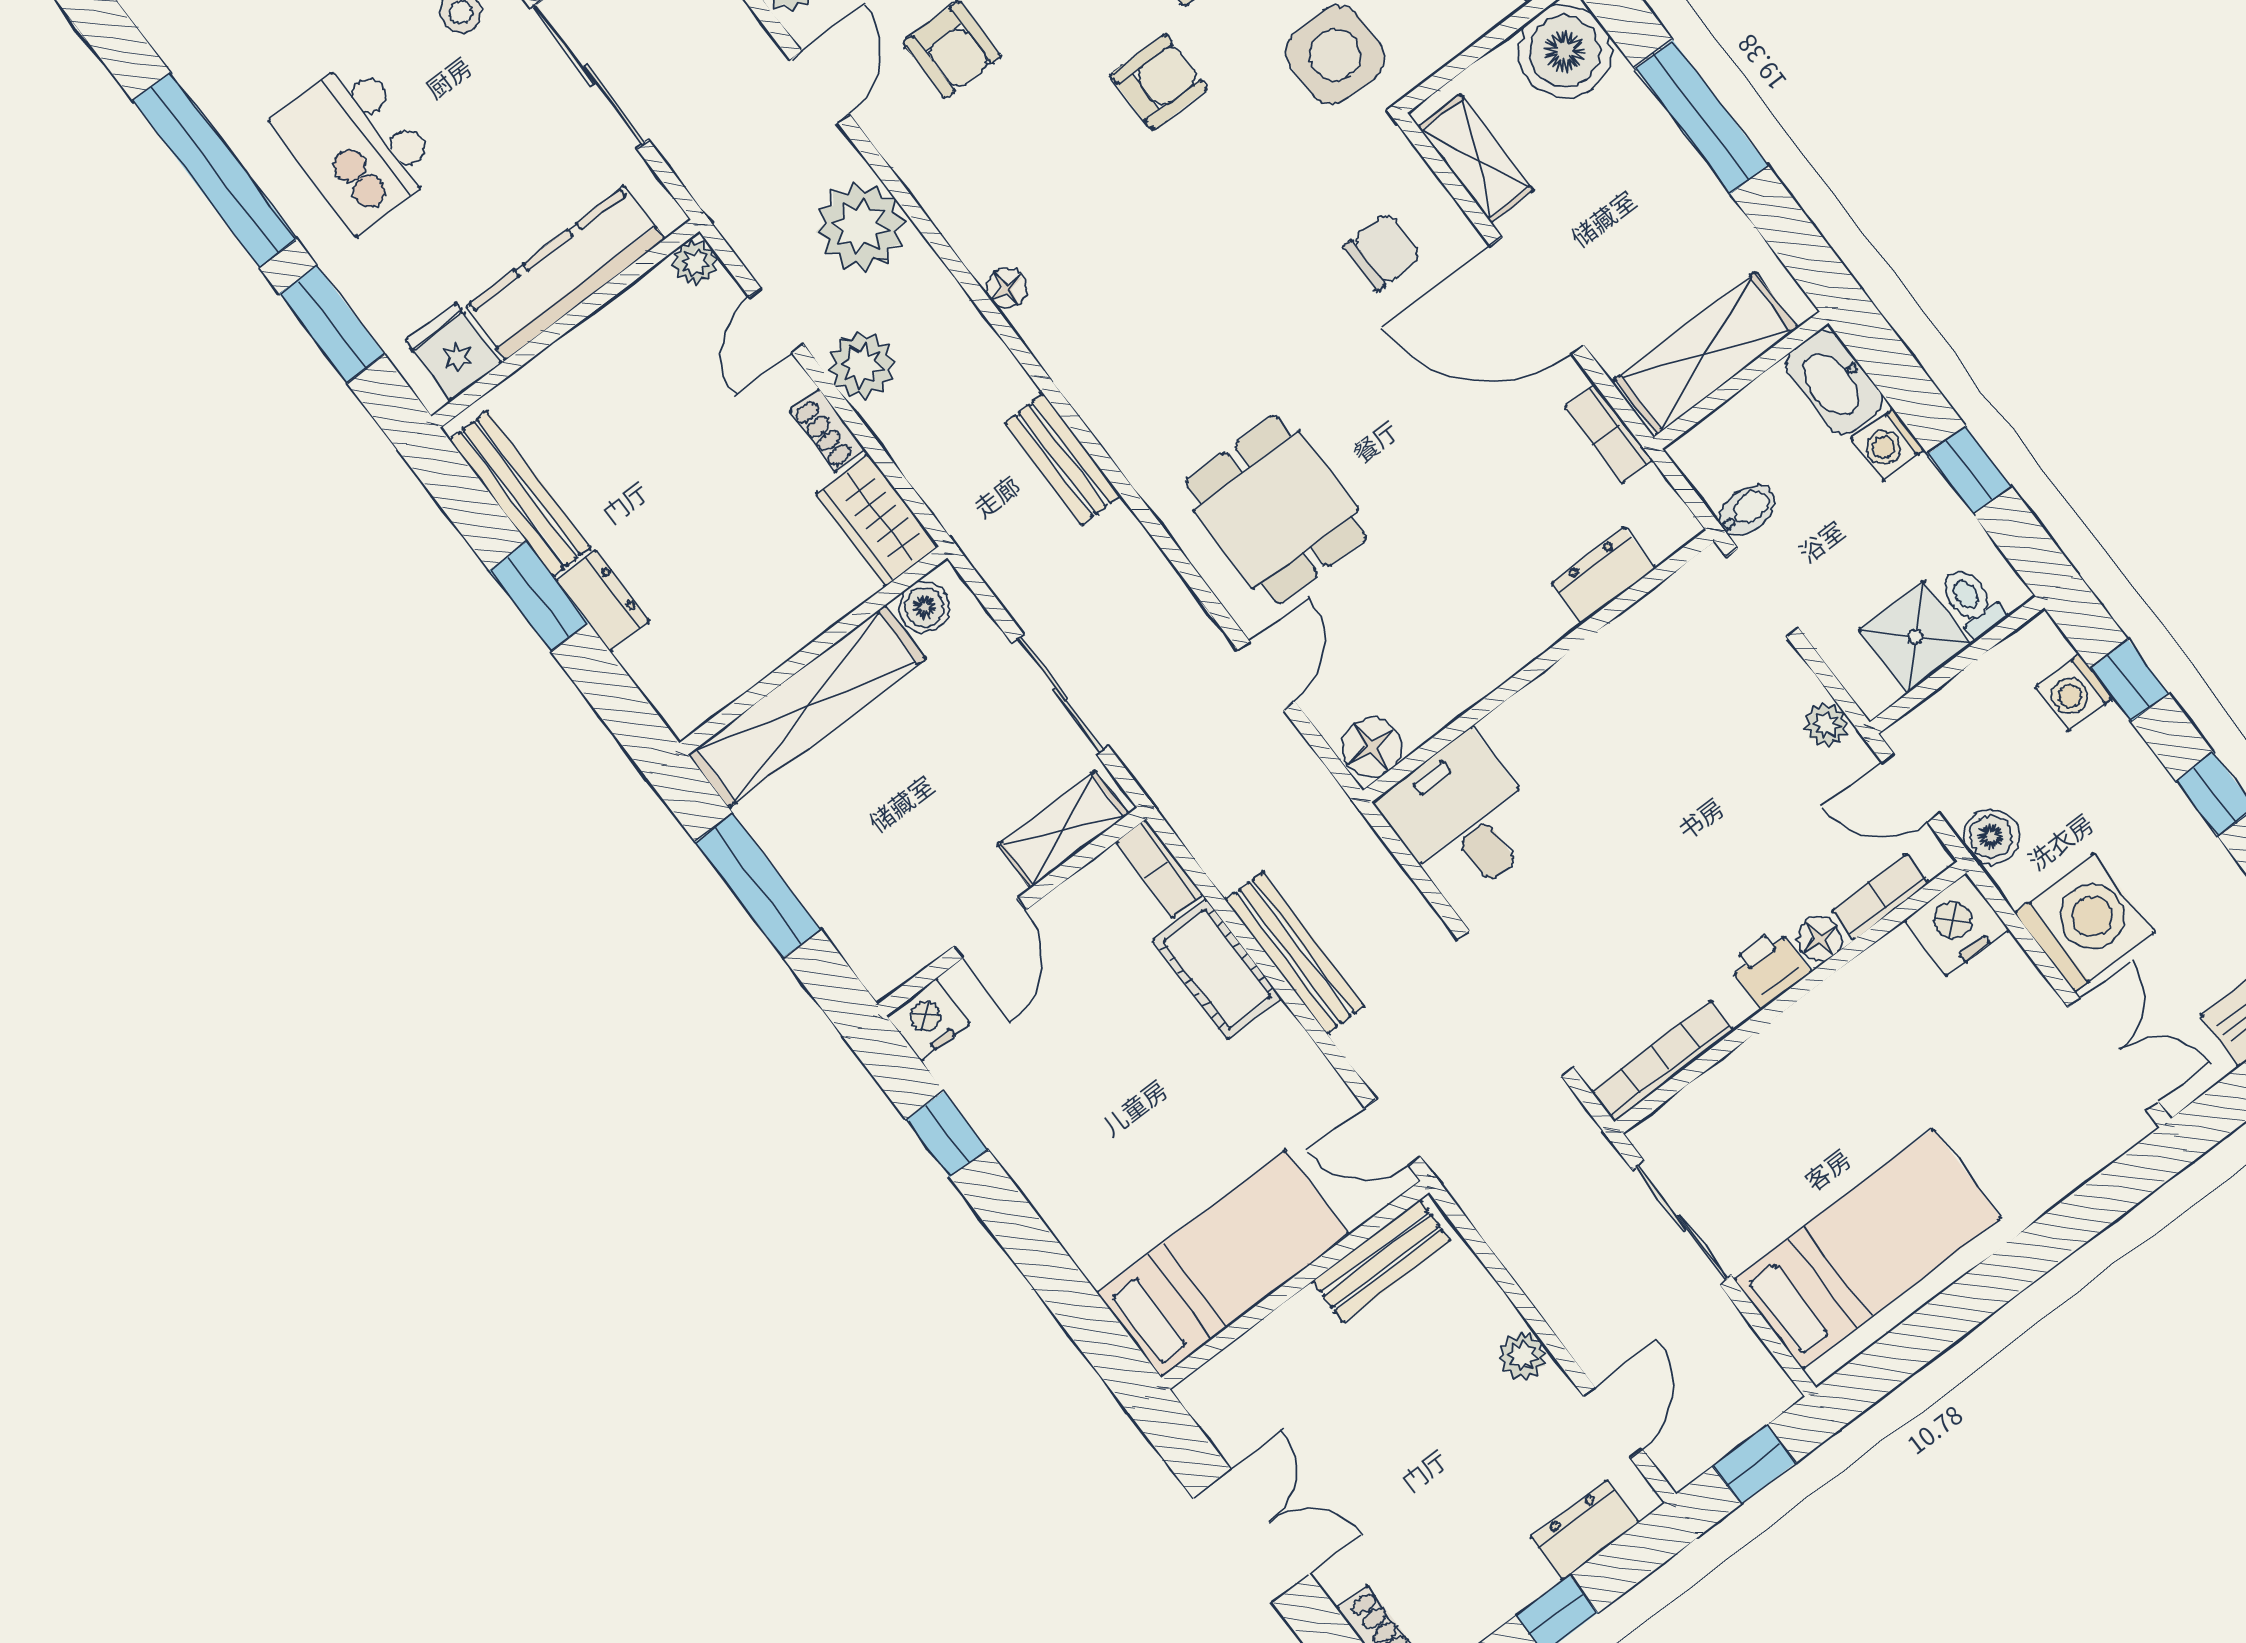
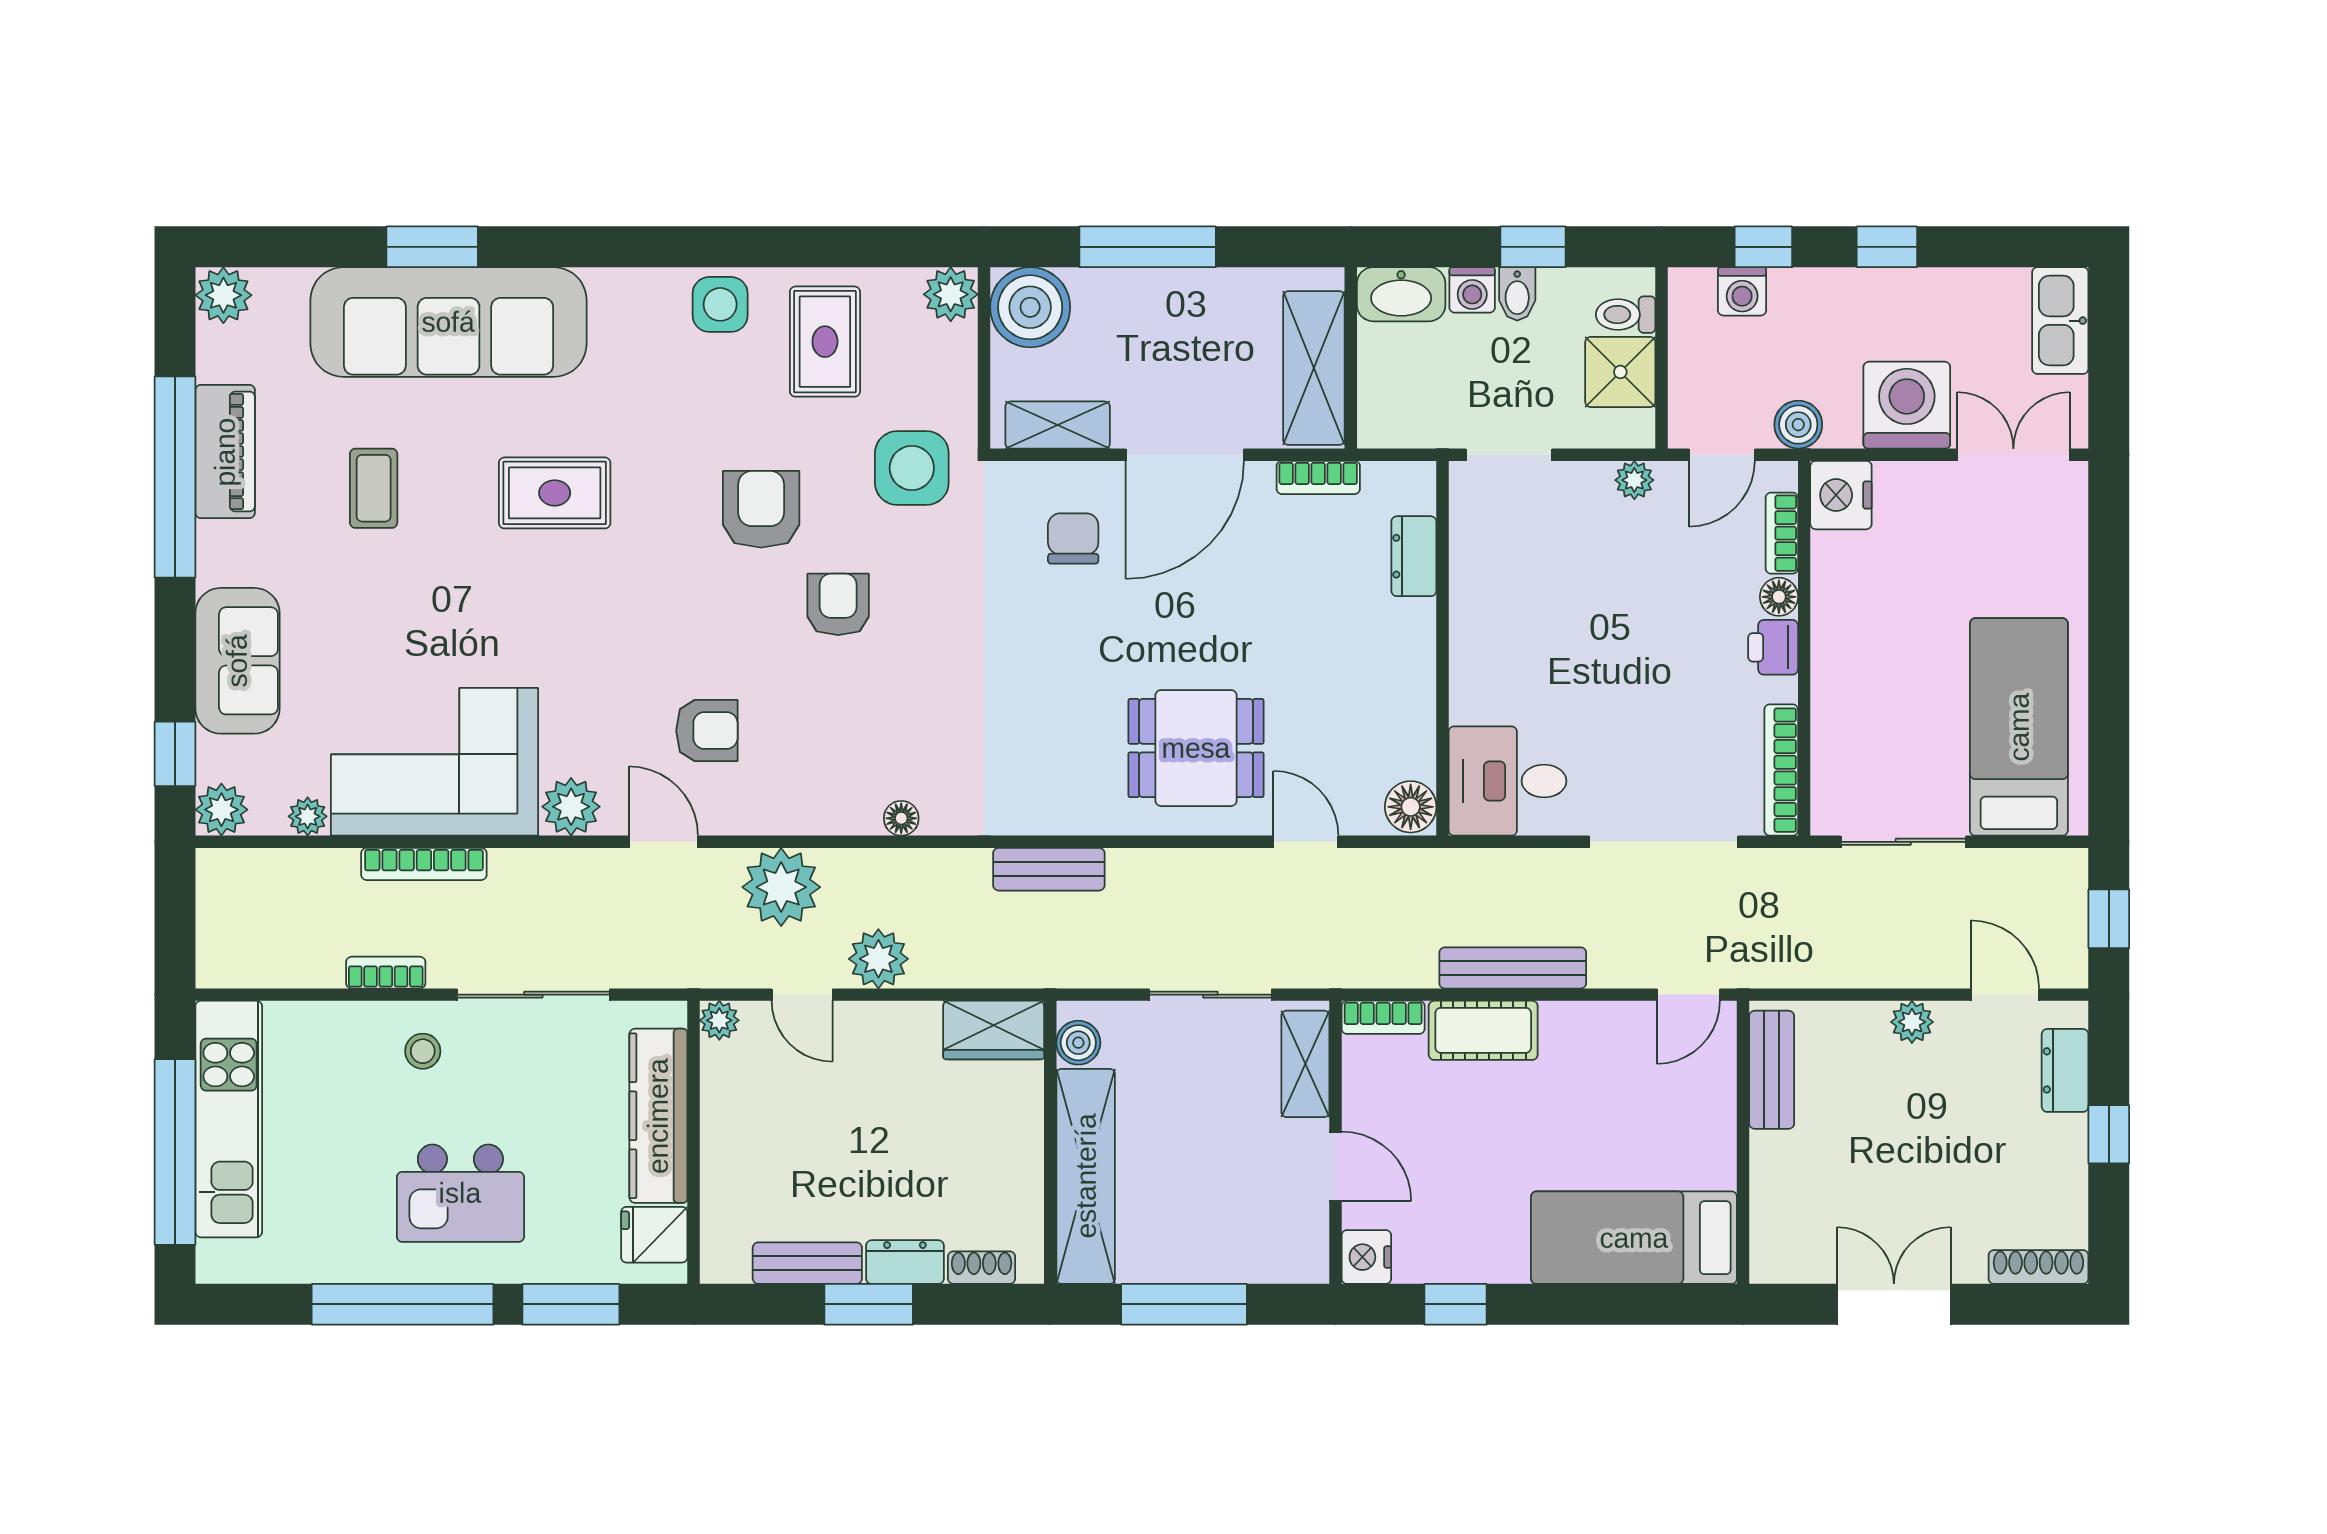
shoe rack: (827, 431) -> (982, 1268), moved, turned 180
bench: (520, 494) -> (807, 1263), width x0.73
bidet: (1747, 510) -> (1517, 294), moved, turned 180
bed: (1223, 1264) -> (1634, 1238), moved, turned -90

